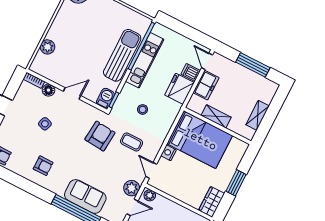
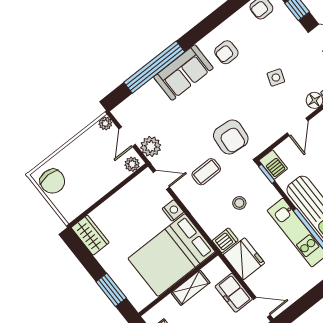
dishwasher: (191, 72) -> (225, 240), moved
window: (236, 183) -> (111, 290), moved
sofa: (85, 196) -> (183, 73), moved

